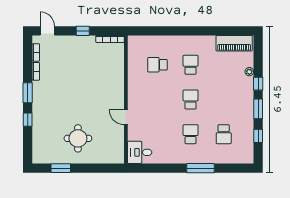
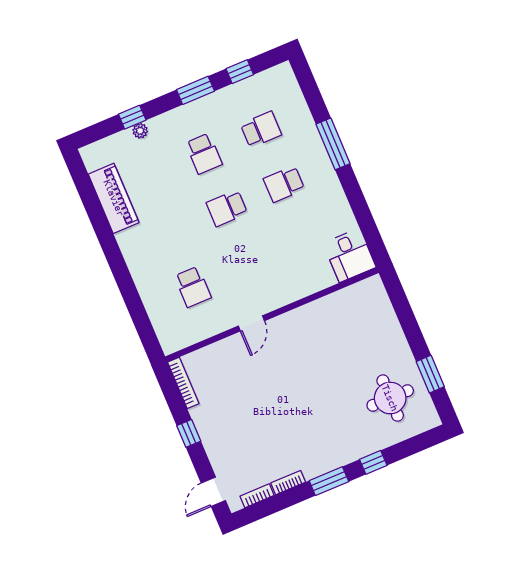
piano: (234, 43) -> (114, 198), moved
school desk: (191, 65) -> (204, 154), moved, turned -90
window: (258, 84) -> (132, 117), moved
door: (126, 117) -> (251, 323), moved
round table: (78, 138) -> (390, 398), moved

